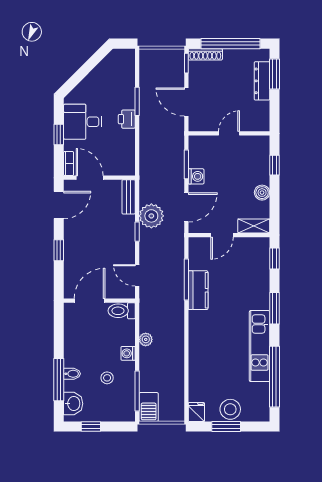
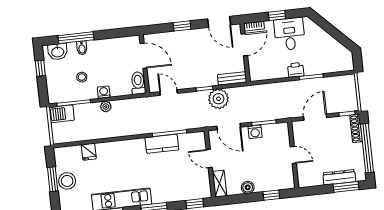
door: (137, 275) -> (169, 92), hinge flipped
plant: (146, 339) -> (106, 107), moved
fridge: (196, 412) -> (89, 152), moved, turned 90

